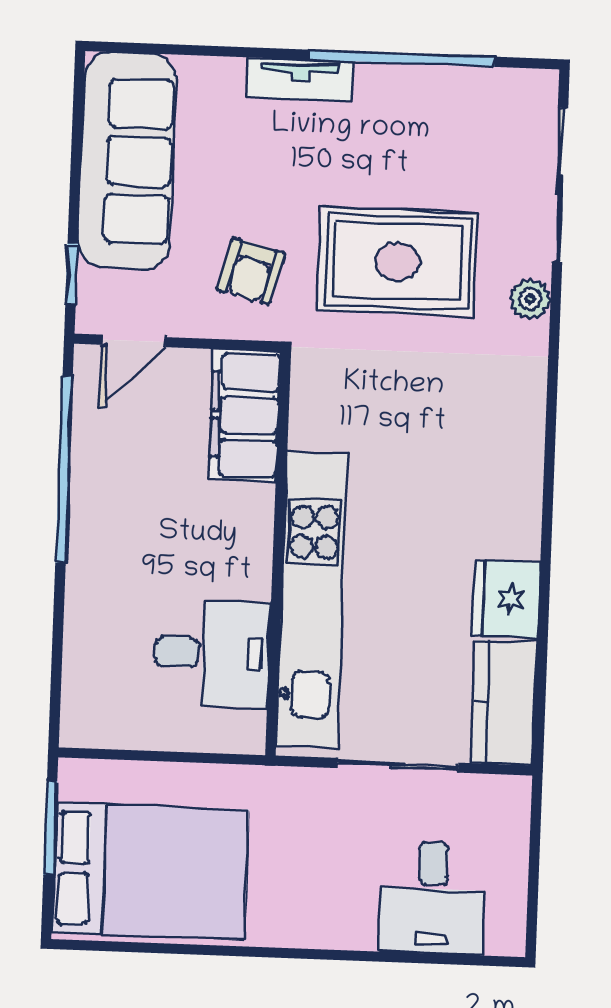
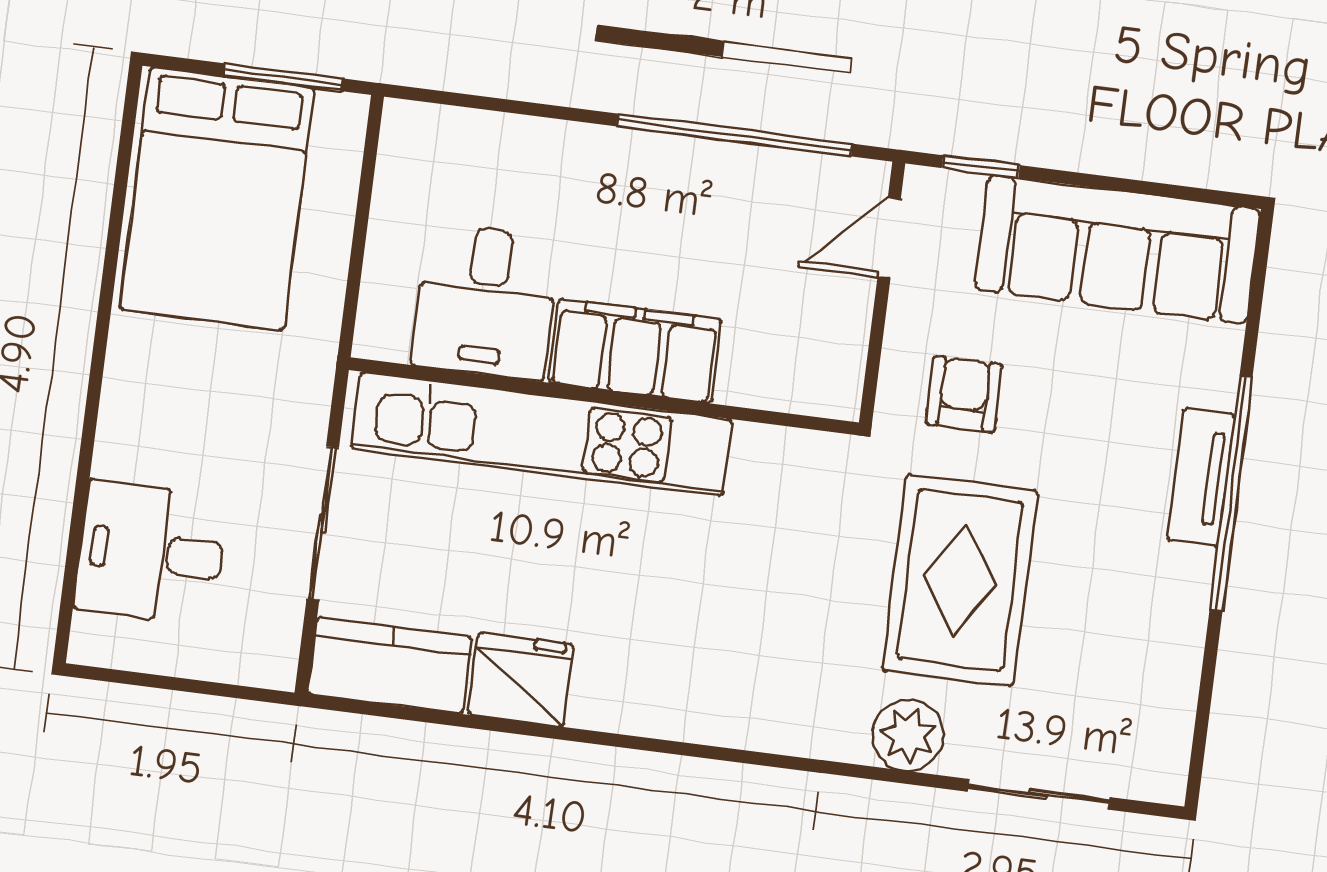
window: (401, 58) -> (1231, 494), moved
sliding door: (560, 185) -> (1038, 794), width x0.73
armchair: (251, 271) -> (964, 394), turned 76
plant: (530, 299) -> (908, 735), width x1.38, depth x1.38
door: (134, 341) -> (889, 238), hinge flipped
filing cabinet: (245, 415) -> (635, 351), moved

